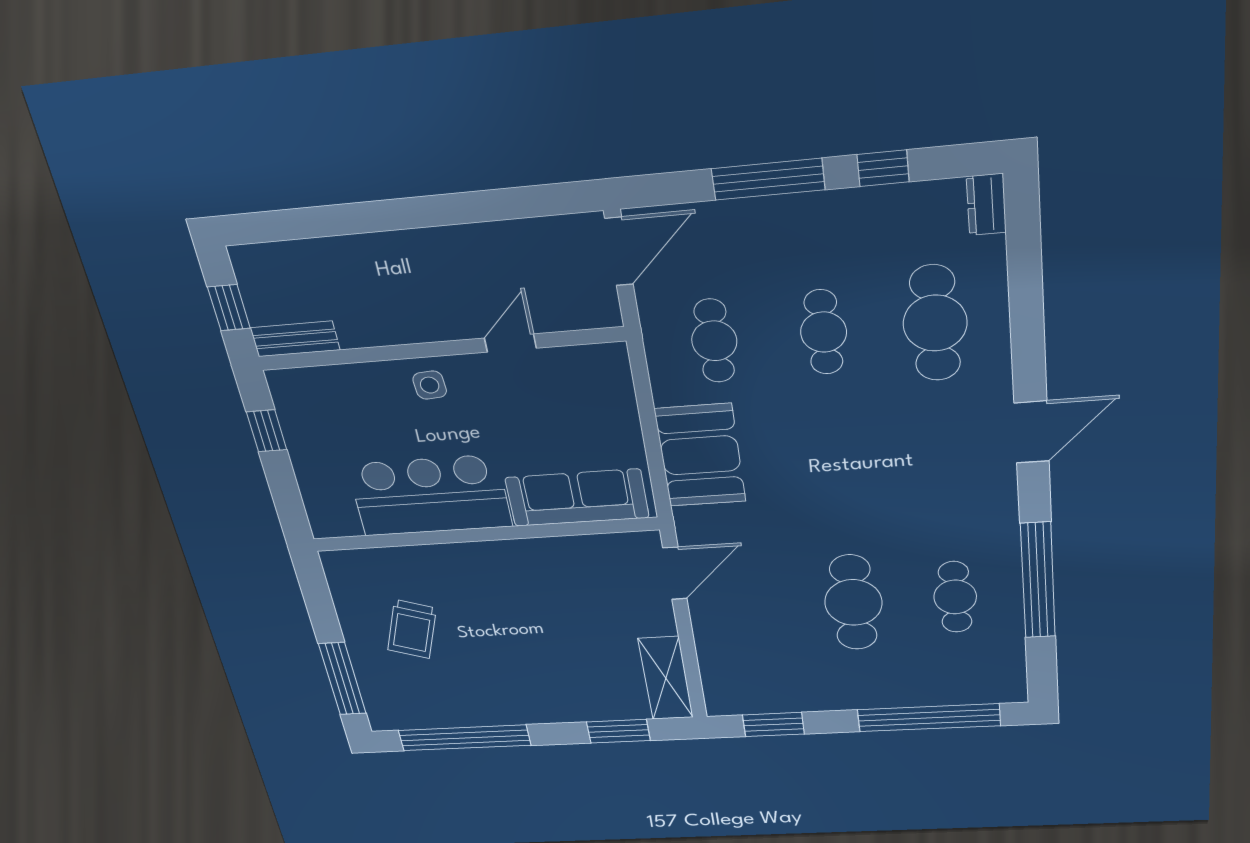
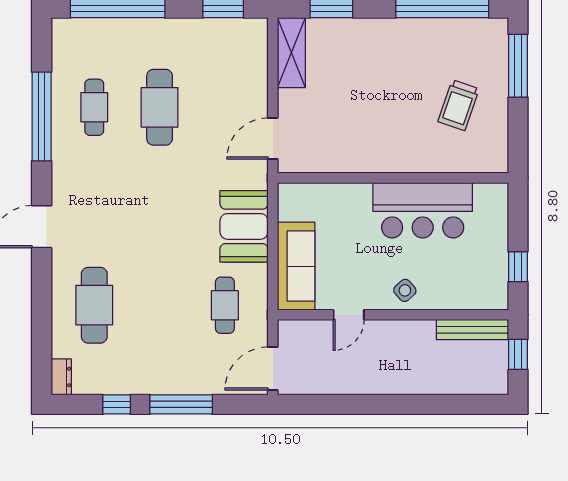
cafe table: (824, 332) -> (160, 305), removed
bench: (295, 339) -> (472, 330), width x1.36
side table: (430, 385) -> (405, 290), turned -38
sofa: (577, 498) -> (296, 266), moved, turned -90
trolley: (412, 629) -> (459, 105), turned 180

